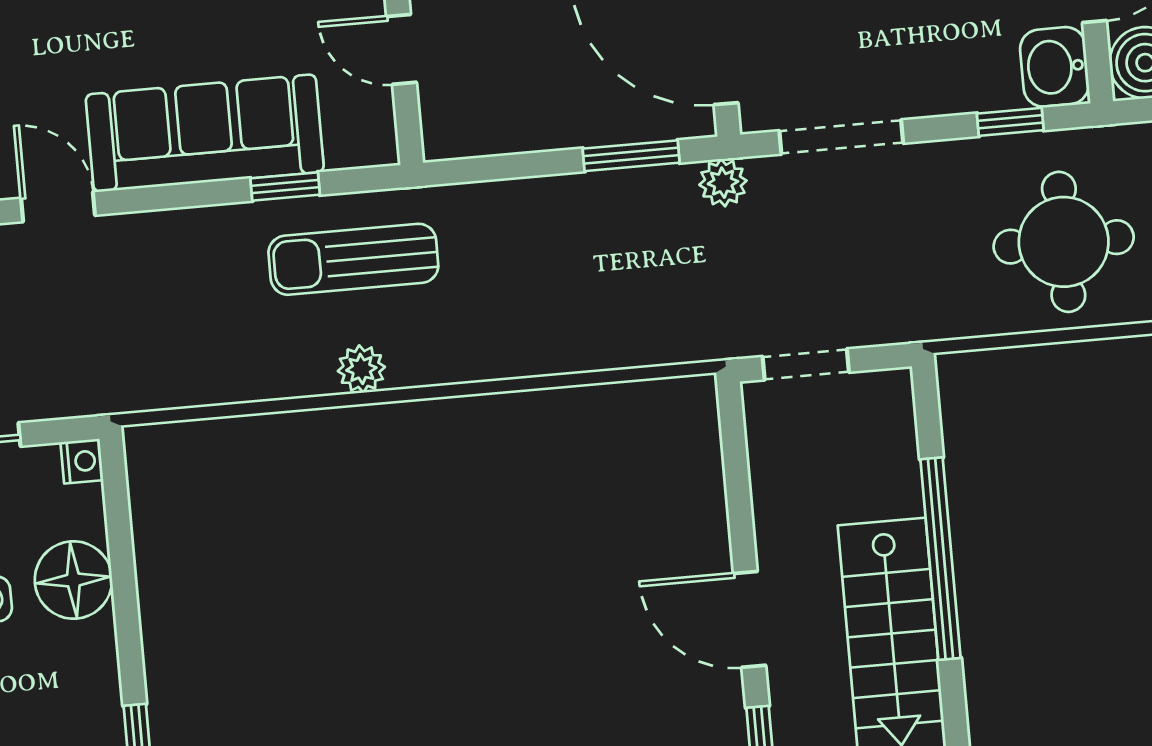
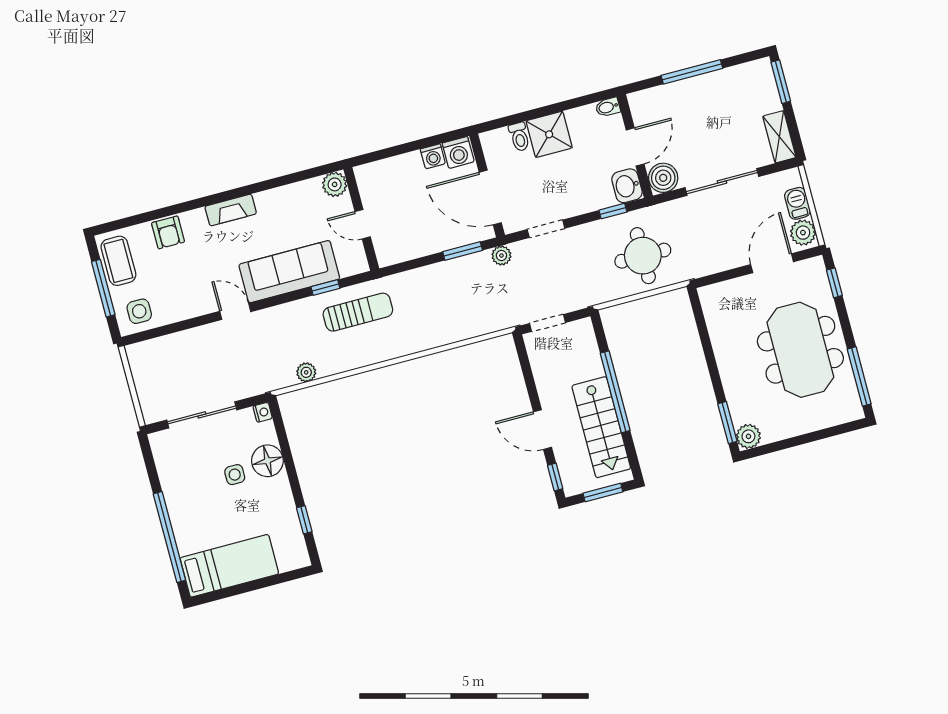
doorway: (841, 137) -> (546, 229), width x0.73
sun lounger: (353, 259) -> (358, 312), turned 180
plant: (361, 369) -> (306, 372), moved

